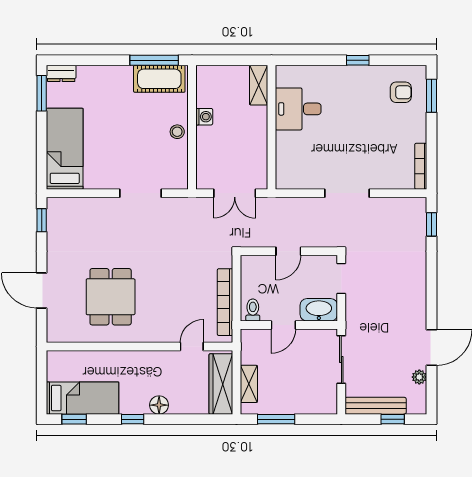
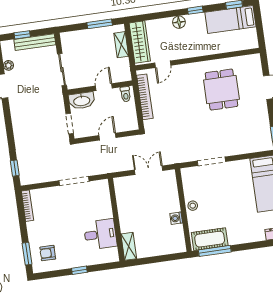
shelving: (259, 85) -> (129, 246), moved
desk: (298, 109) -> (100, 234), moved
wall: (271, 127) -> (116, 220), moved

